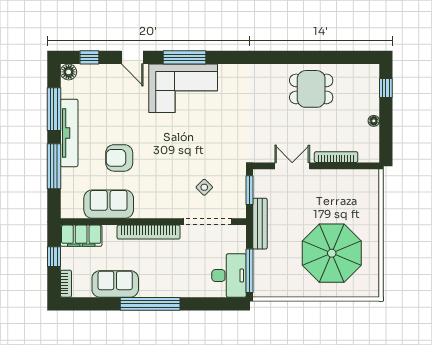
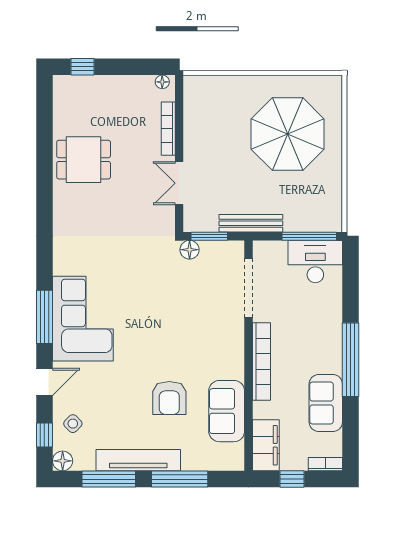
dining table: (311, 89) -> (84, 160), turned 90
floor lamp: (374, 121) -> (162, 82), moved
floor lamp: (239, 174) -> (190, 250), added
side table: (204, 187) -> (73, 424), moved

